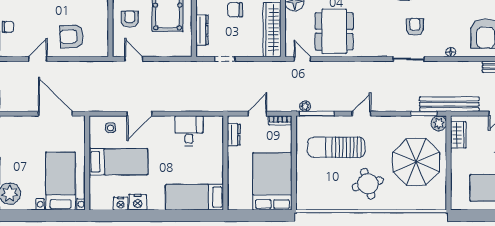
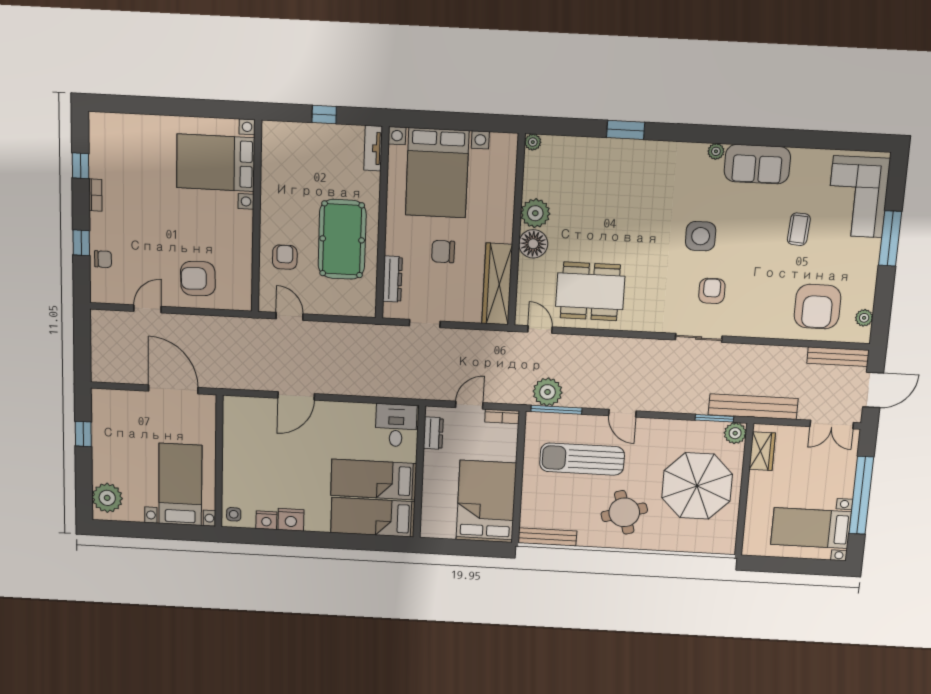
dining table: (334, 31) -> (590, 291), turned 90
floor lamp: (451, 52) -> (762, 331), removed
plant: (305, 106) -> (548, 392), width x1.88, depth x1.88
door: (361, 114) -> (622, 413), swing flipped
side table: (111, 128) -> (234, 514), moved
desk: (189, 131) -> (396, 425), moved
bed: (118, 162) -> (374, 480), moved, turned 180
bench: (316, 205) -> (547, 537), added

